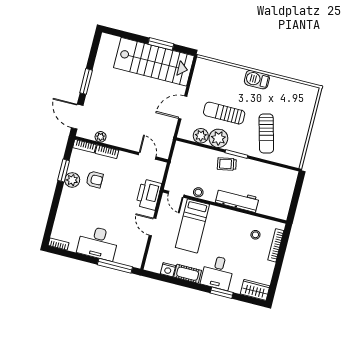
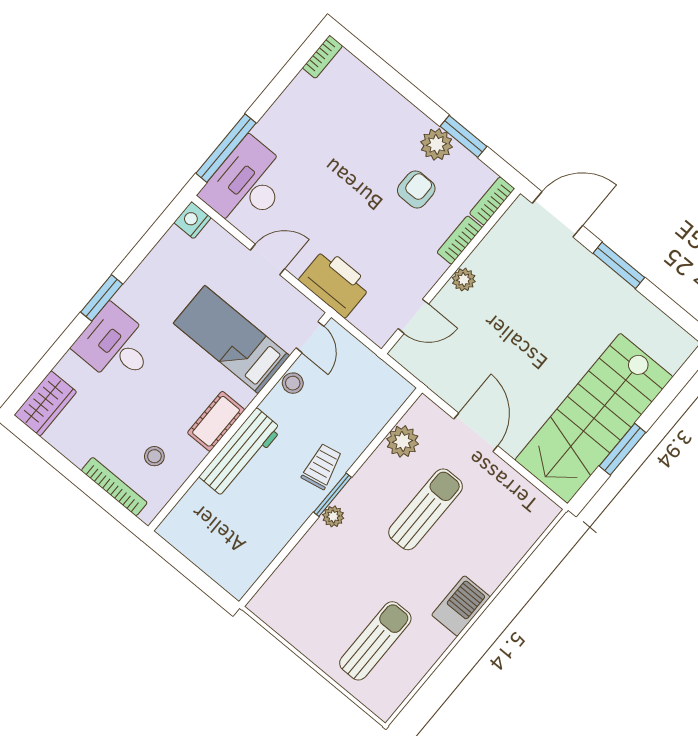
sun lounger: (266, 133) -> (375, 641), moved, turned 105
plant: (101, 137) -> (464, 280), moved
plant: (218, 138) -> (333, 516), moved, width x0.53, depth x0.53
armchair: (95, 180) -> (416, 189), turned 180
door: (176, 194) -> (310, 337), swing flipped
desk: (98, 243) -> (247, 185), moved
nightstand: (168, 270) -> (193, 220), moved
cot: (188, 274) -> (216, 421), moved
window: (222, 293) -> (102, 298), moved

